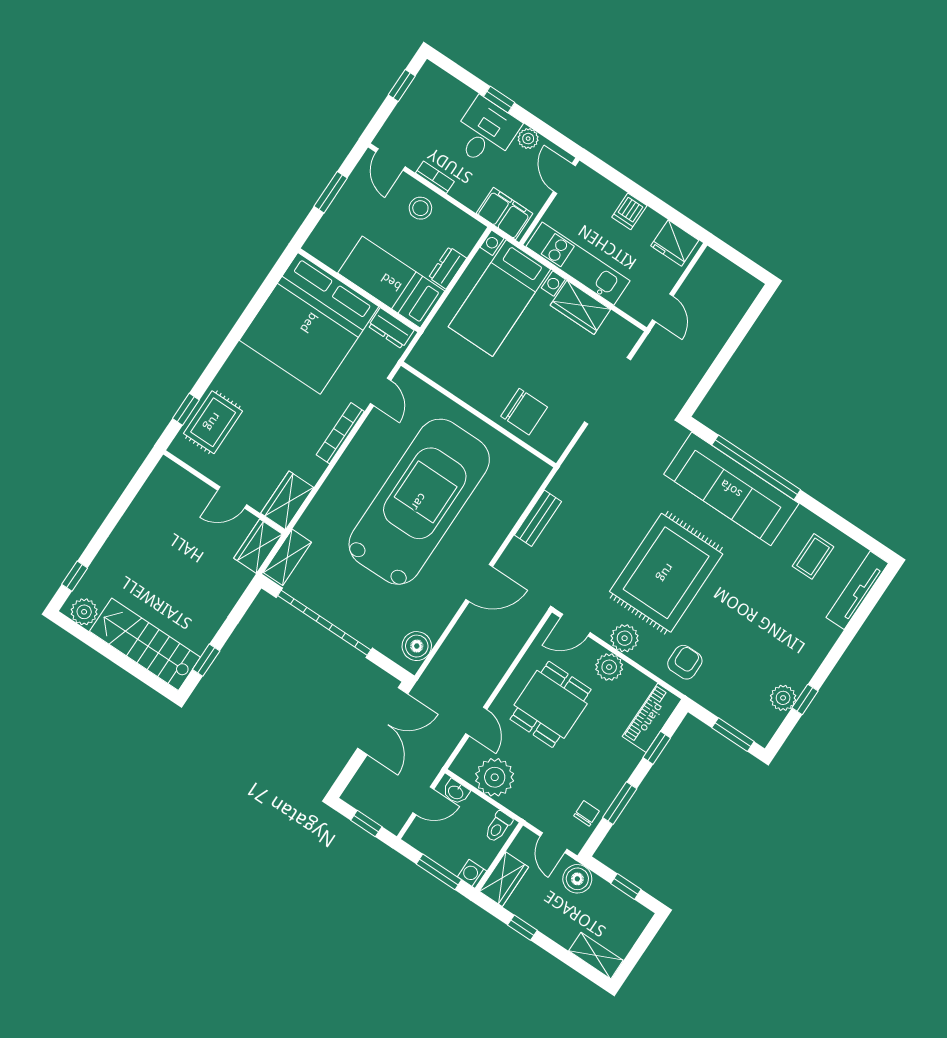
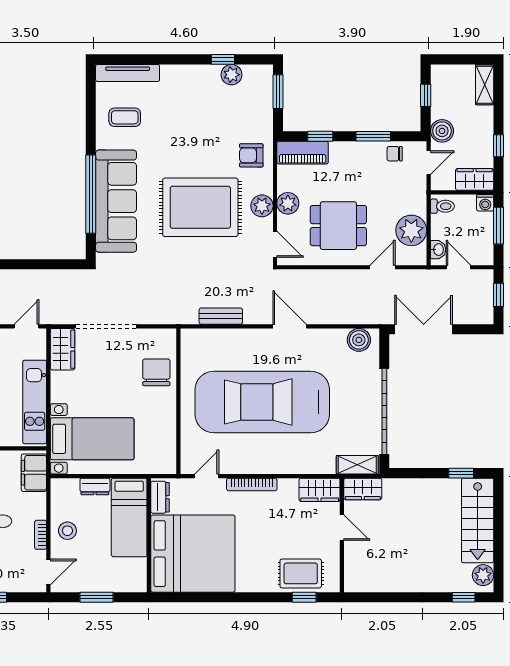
wardrobe: (580, 307) -> (63, 349), moved

